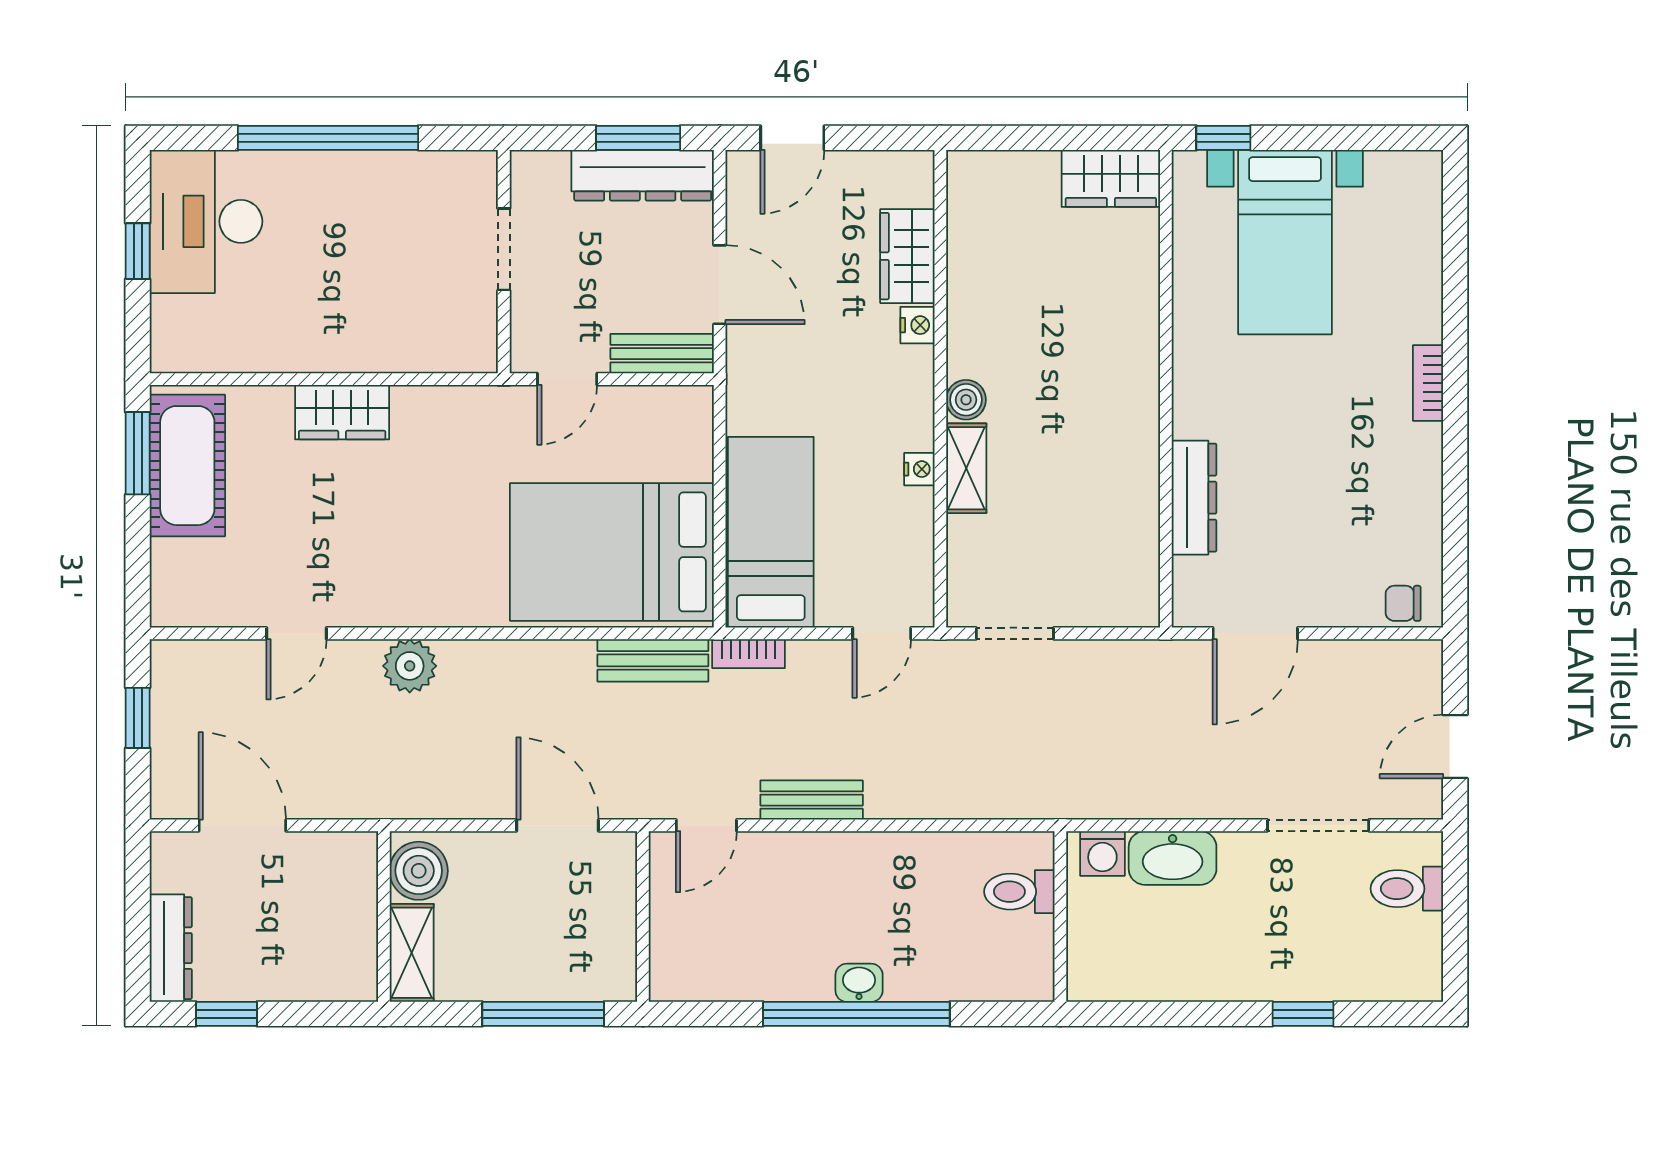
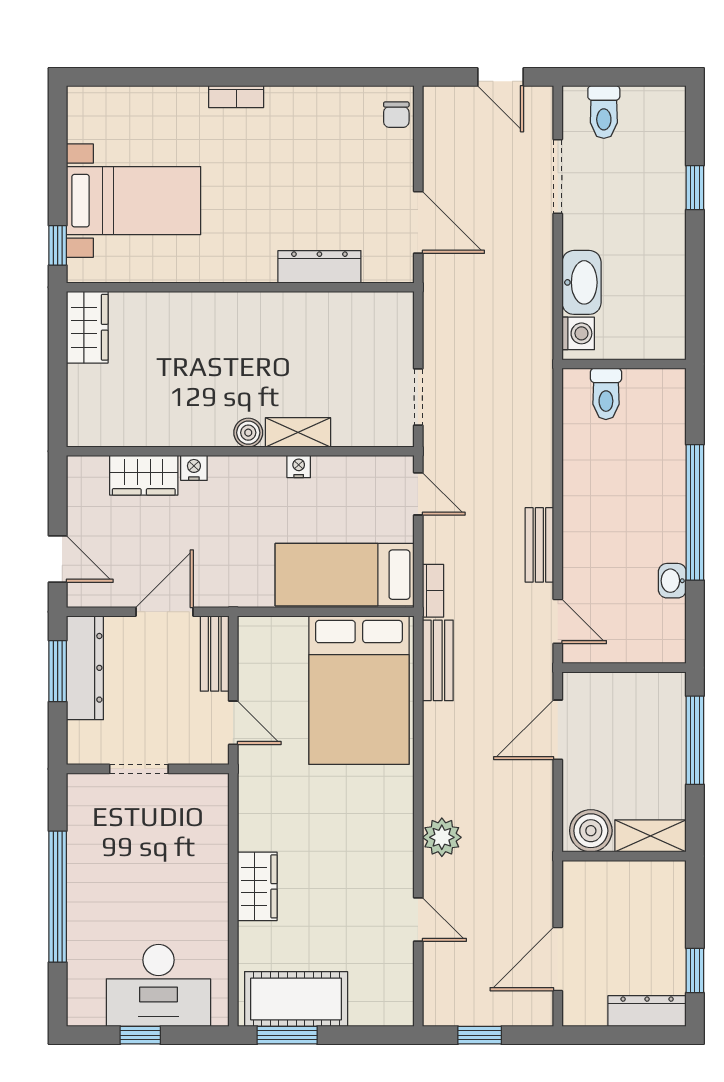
desk: (206, 221) -> (158, 985), moved
washbasin: (859, 983) -> (672, 581), moved

